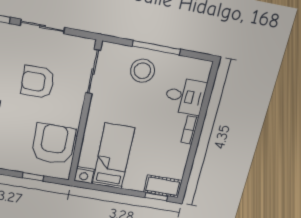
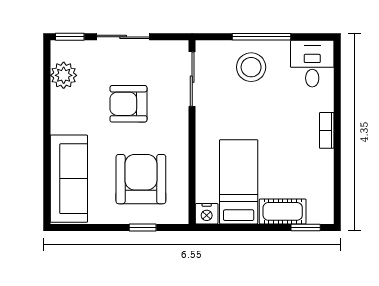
desk: (185, 96) -> (312, 64), moved, turned -90
armchair: (54, 144) -> (141, 179), moved
cot: (163, 186) -> (283, 211), moved

